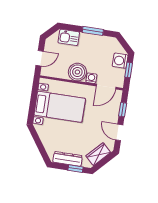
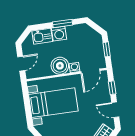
washing machine: (120, 61) -> (59, 34), moved, turned -90

